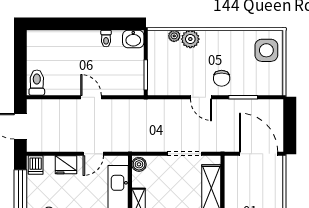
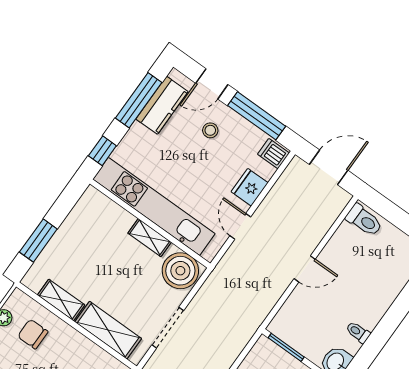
boiler: (139, 164) -> (180, 271), width x1.86, depth x1.86

